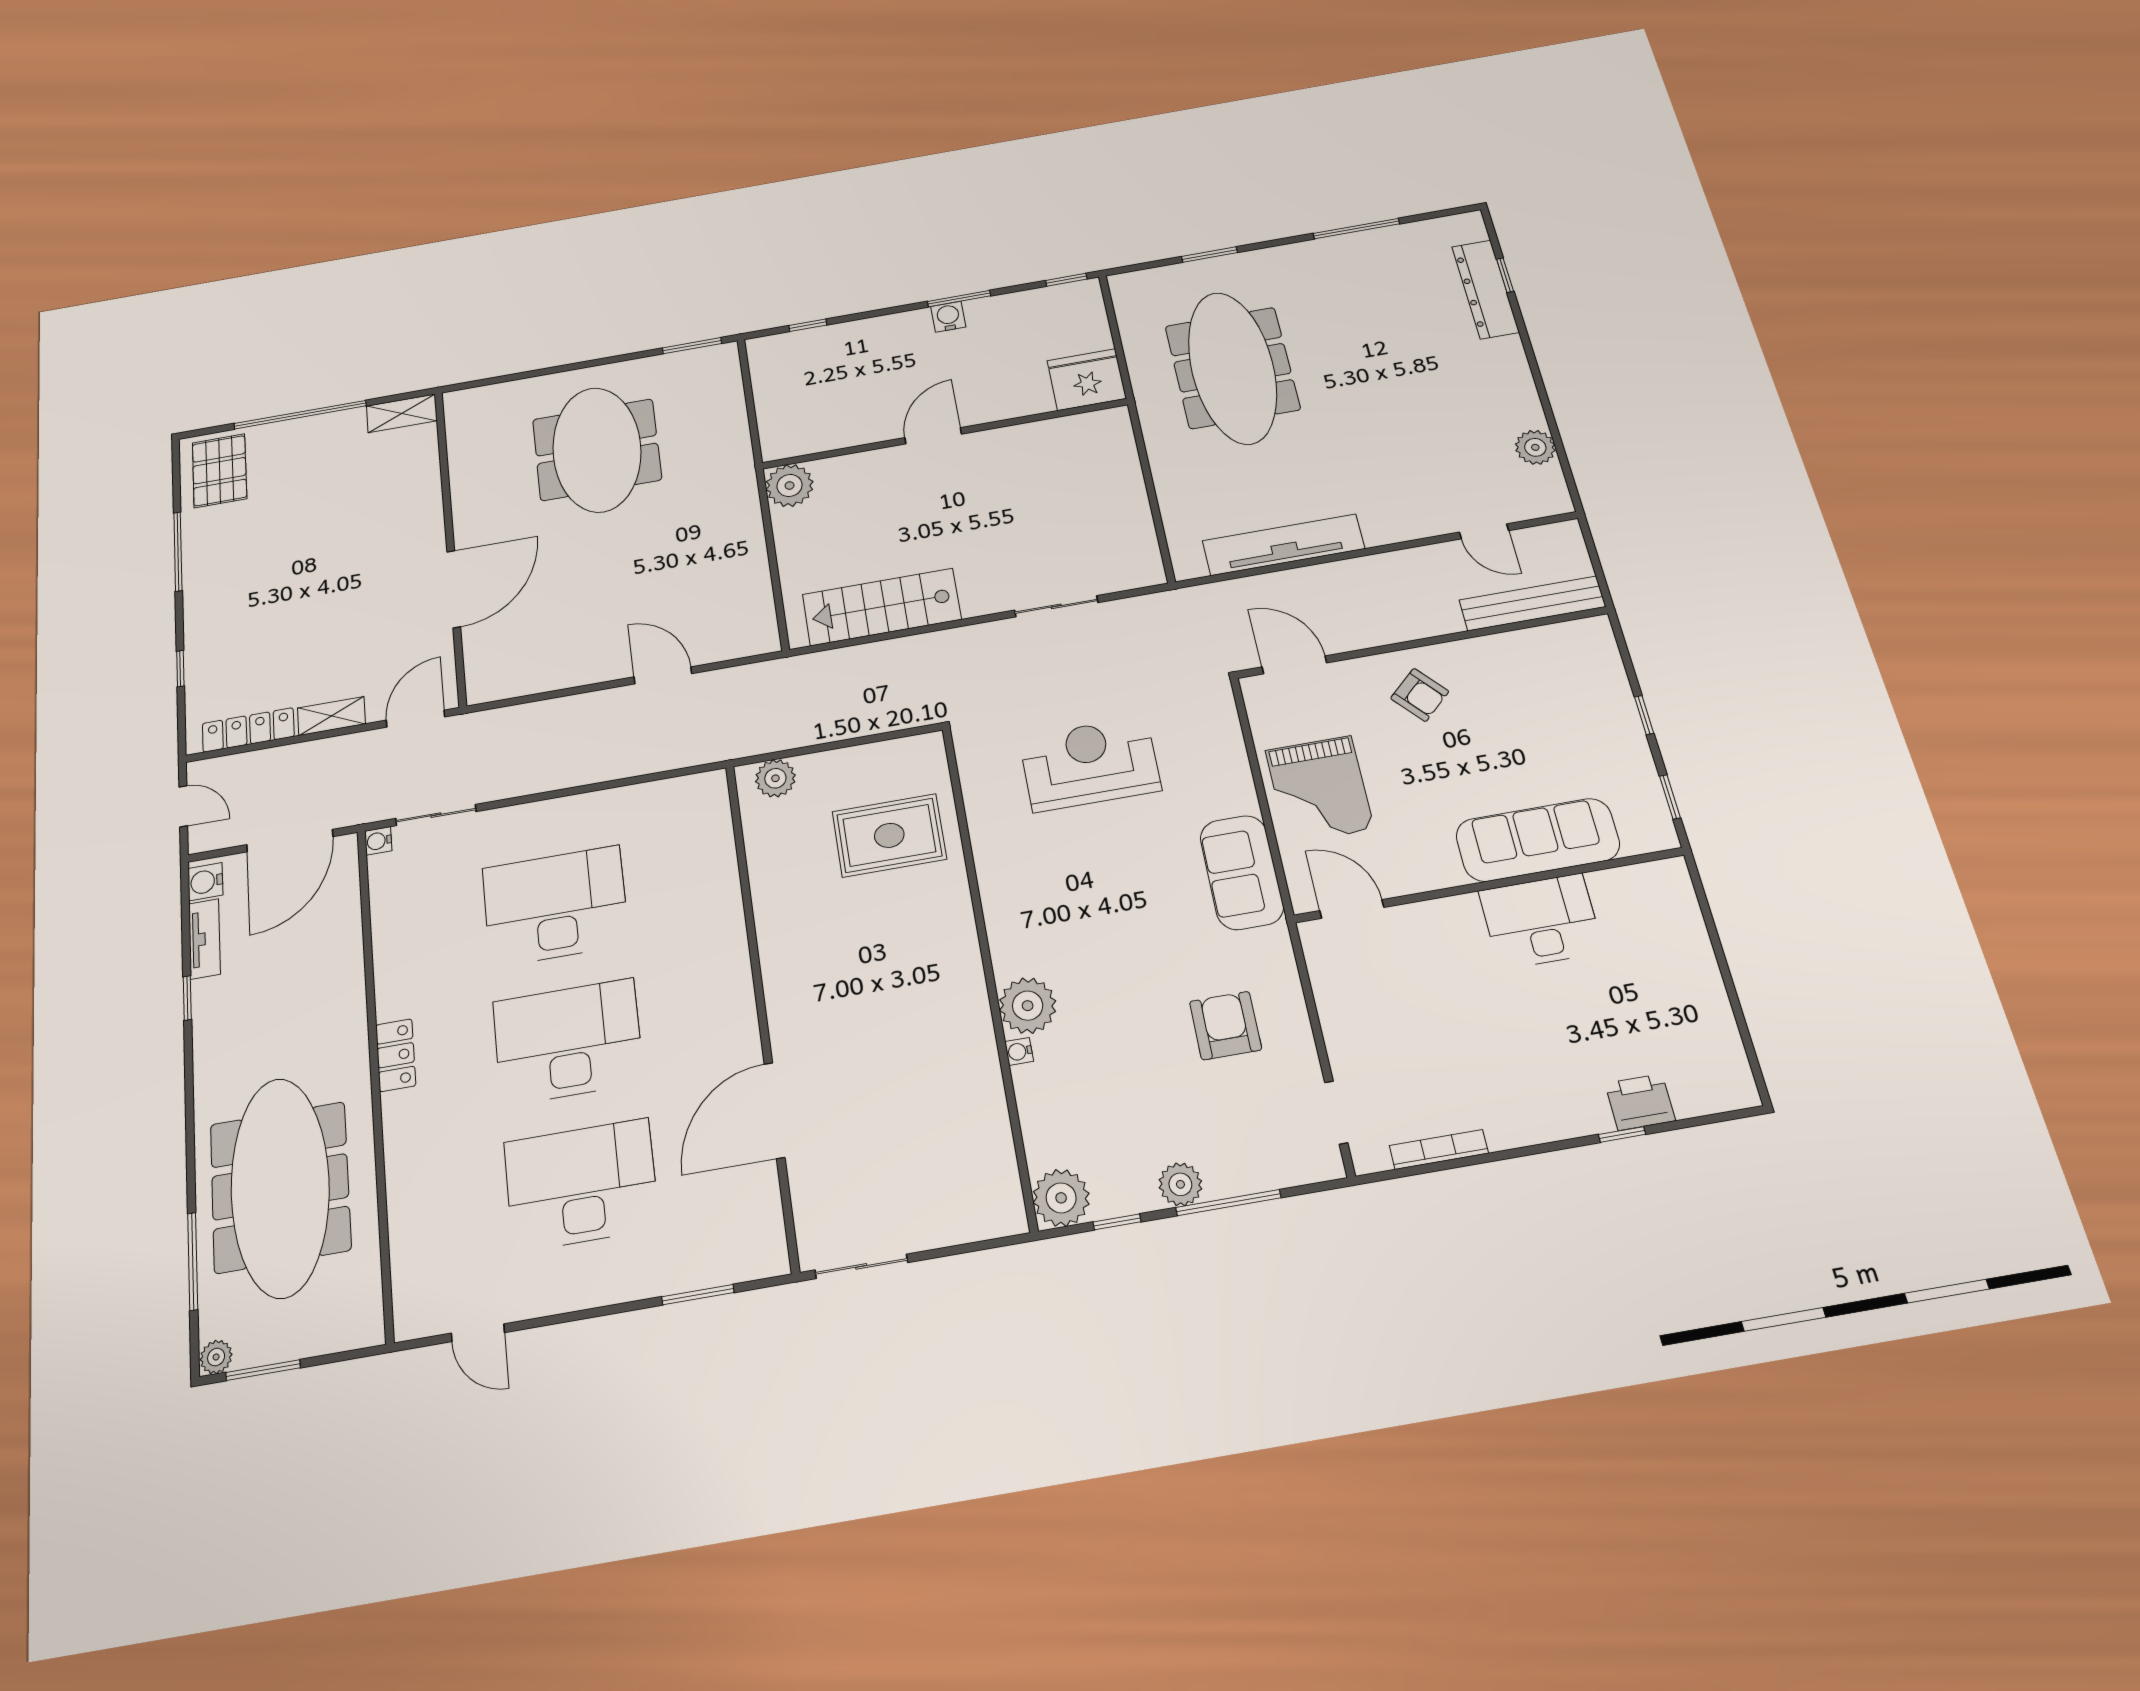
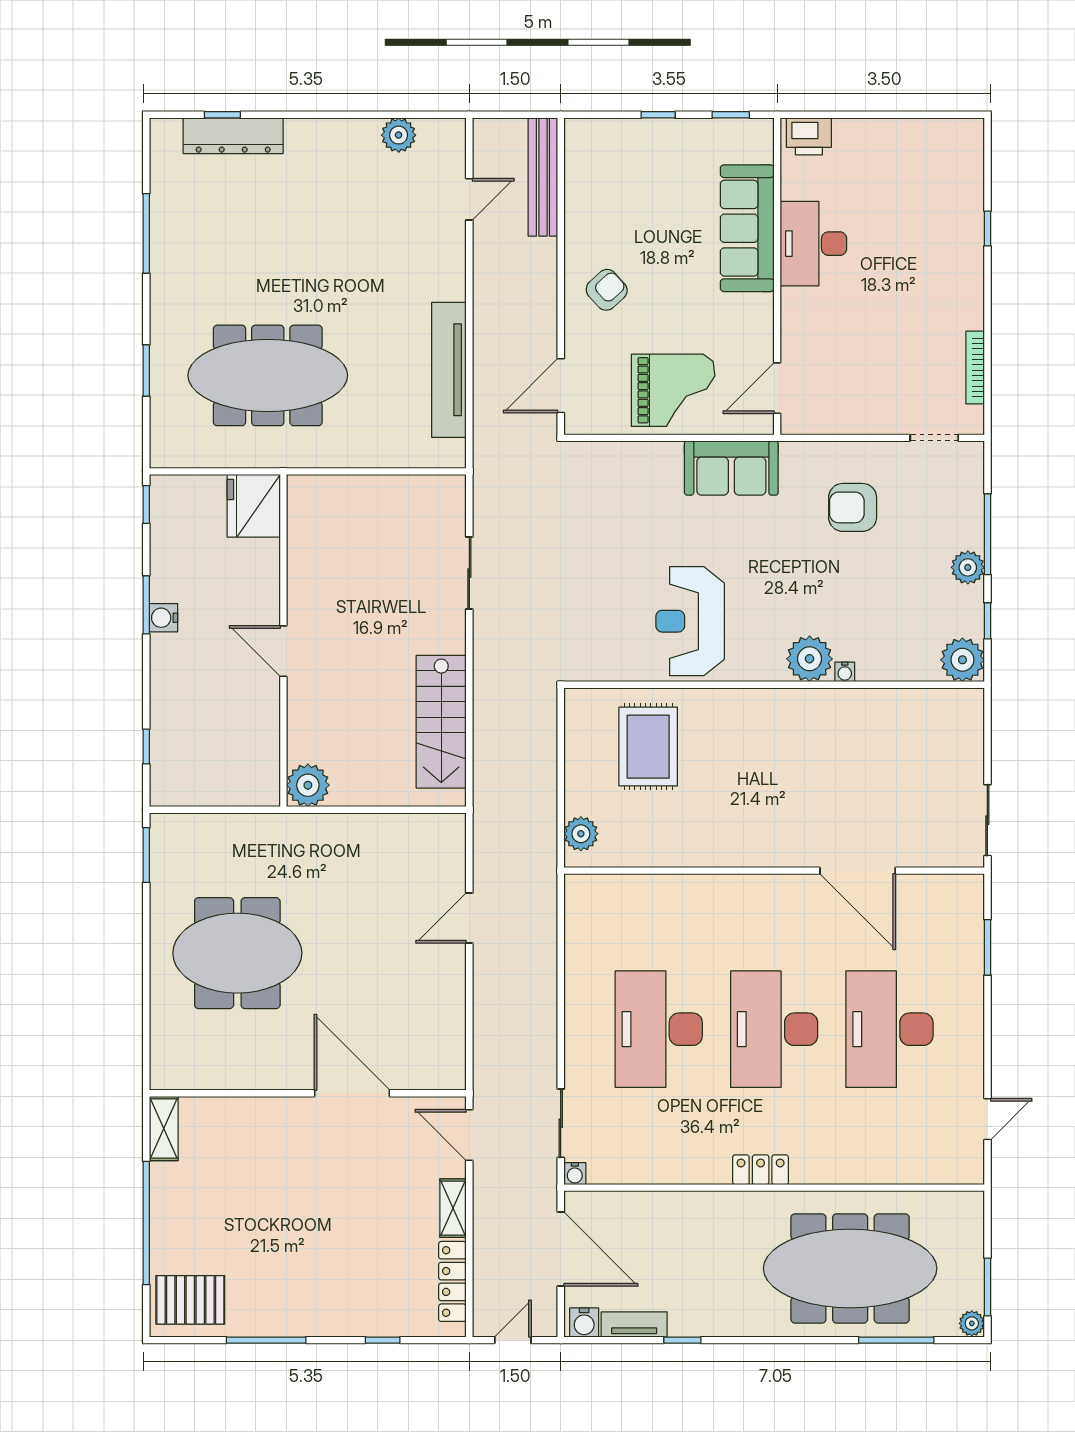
reception desk: (1090, 764) -> (690, 621), moved
printer: (1640, 1102) -> (809, 136), moved, turned -90

